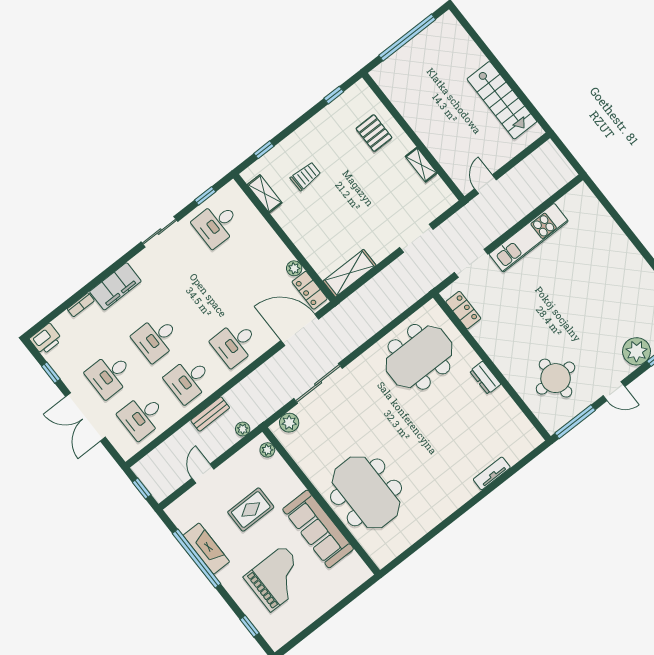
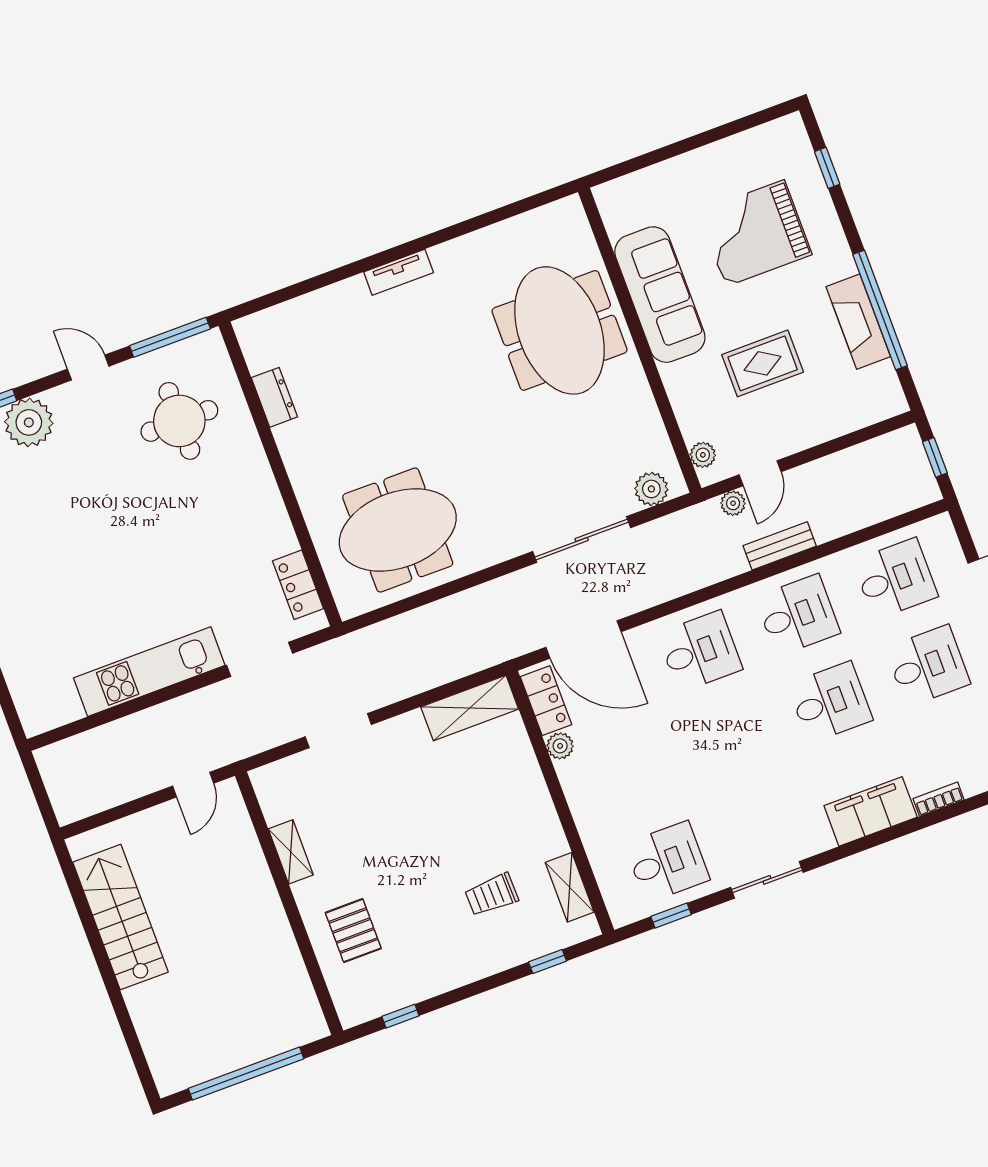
dresser: (485, 378) -> (274, 397), moved
tv unit: (492, 473) -> (399, 272), moved
door: (203, 474) -> (760, 473), moved

